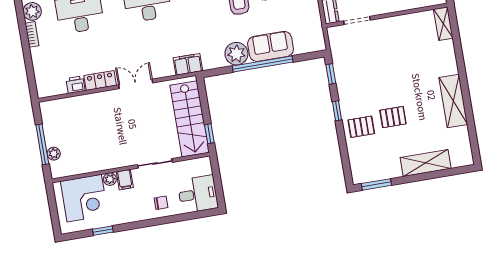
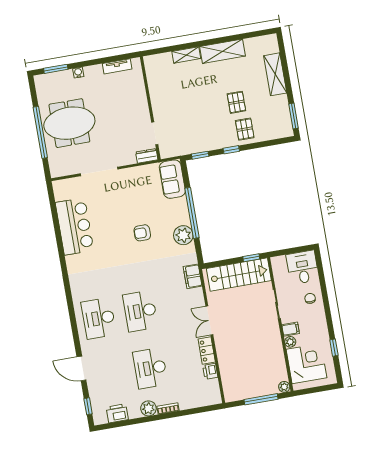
shelving: (443, 24) -> (186, 55), moved
sofa: (271, 46) -> (172, 179), moved
plant: (54, 154) -> (284, 387), moved

